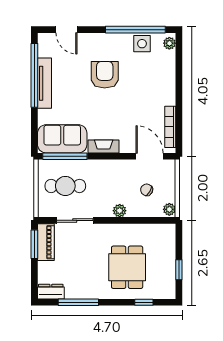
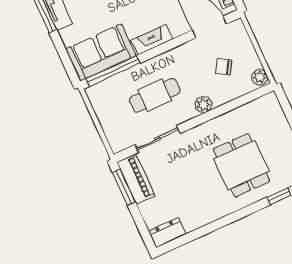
cafe table: (65, 186) -> (155, 95), moved
window: (78, 302) -> (204, 230), removed

